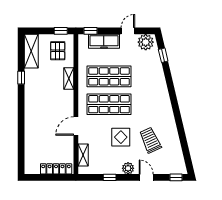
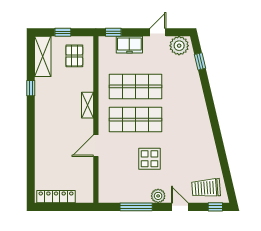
window: (61, 31) -> (63, 32), moved
freezer: (104, 41) -> (129, 45), width x0.71
shelving: (69, 78) -> (87, 105), moved
trolley: (150, 140) -> (206, 188), moved, turned -69
shelving: (83, 155) -> (104, 180), removed
locker: (56, 169) -> (56, 197), moved
window: (110, 177) -> (136, 207), width x2.17

